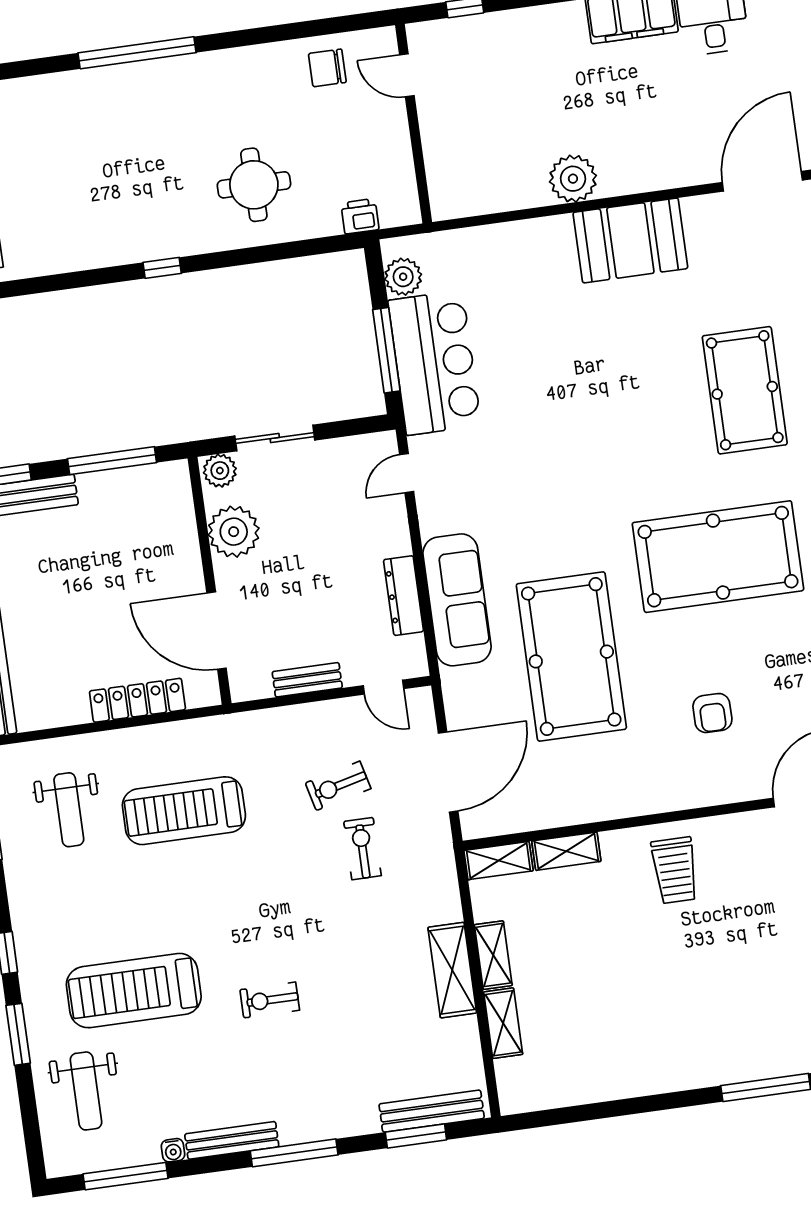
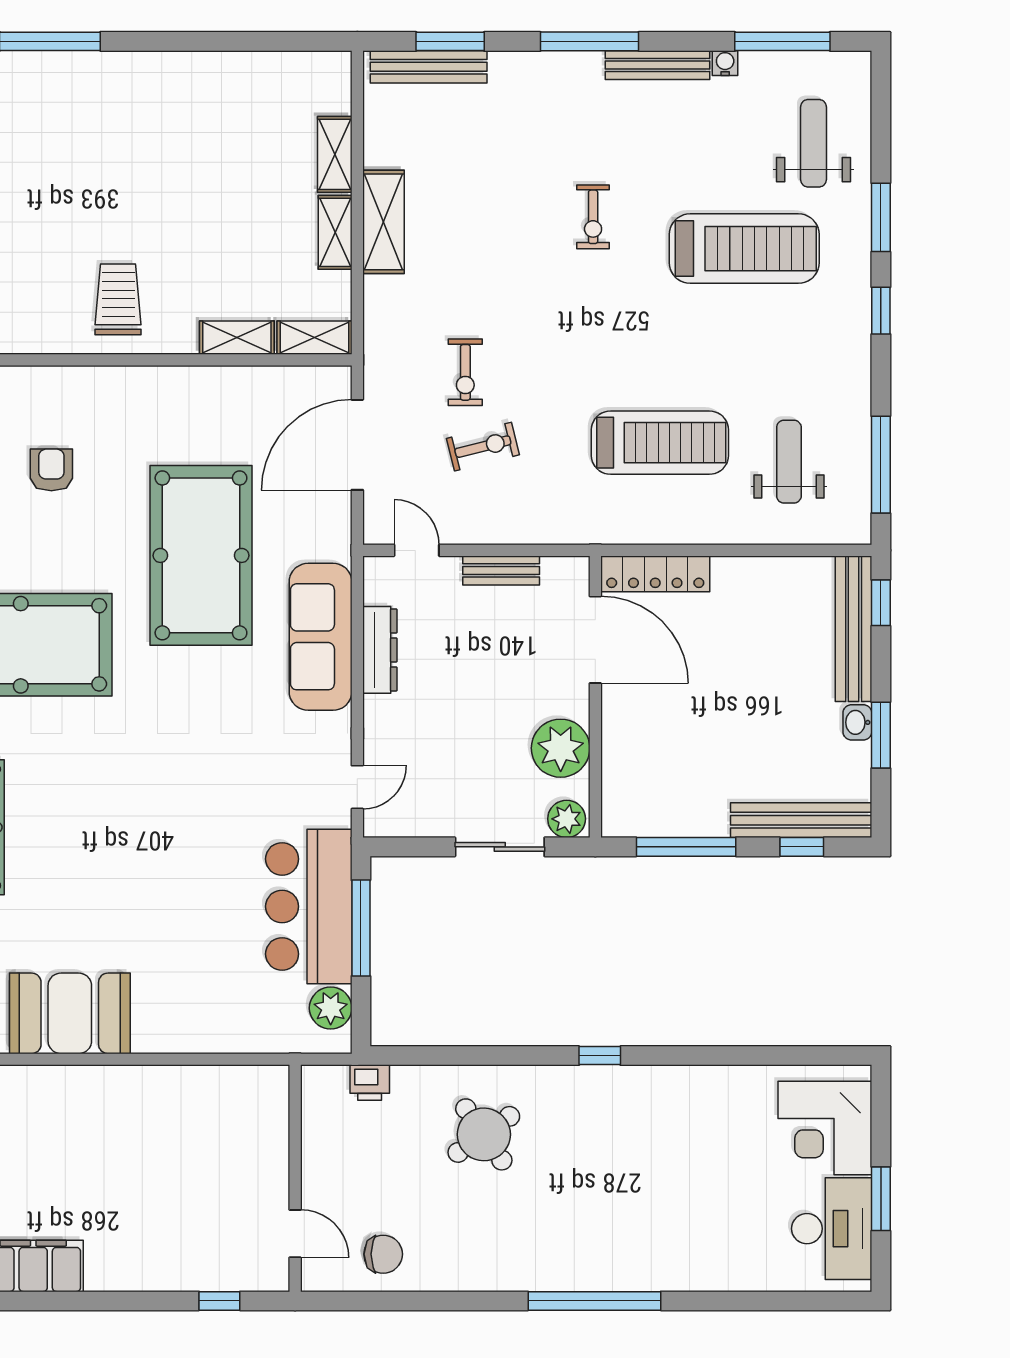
plant: (573, 179) -> (125, 1092), removed
round table: (254, 185) -> (484, 1134), turned -35
locker: (137, 700) -> (655, 574), moved
exercise bike: (270, 1000) -> (593, 217), turned 90

